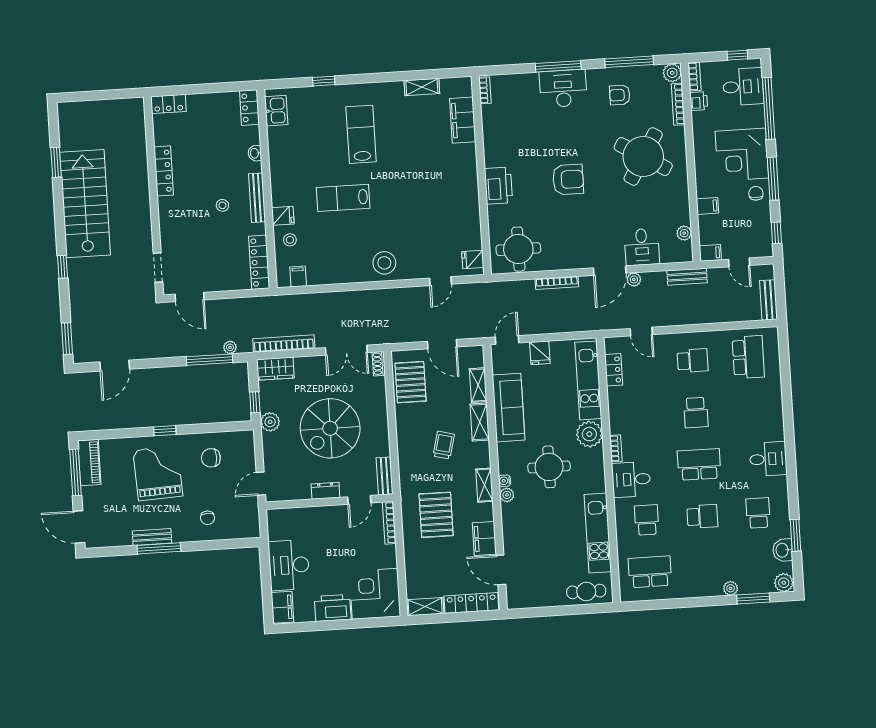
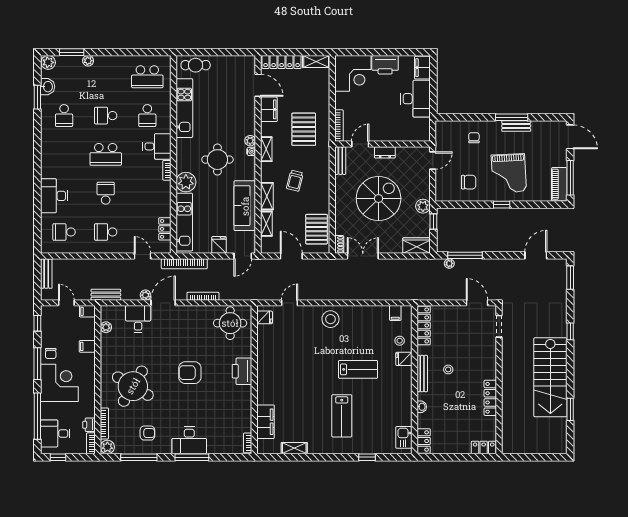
bookcase: (284, 344) -> (184, 264), moved
school desk: (748, 357) -> (64, 232), width x0.54
desk: (768, 459) -> (54, 196), moved, width x1.37

